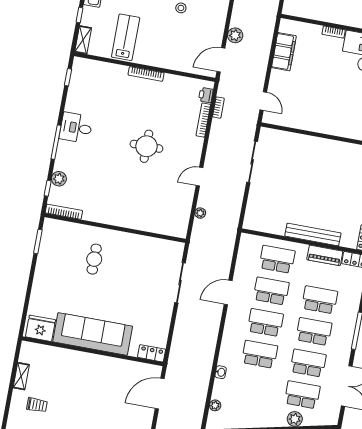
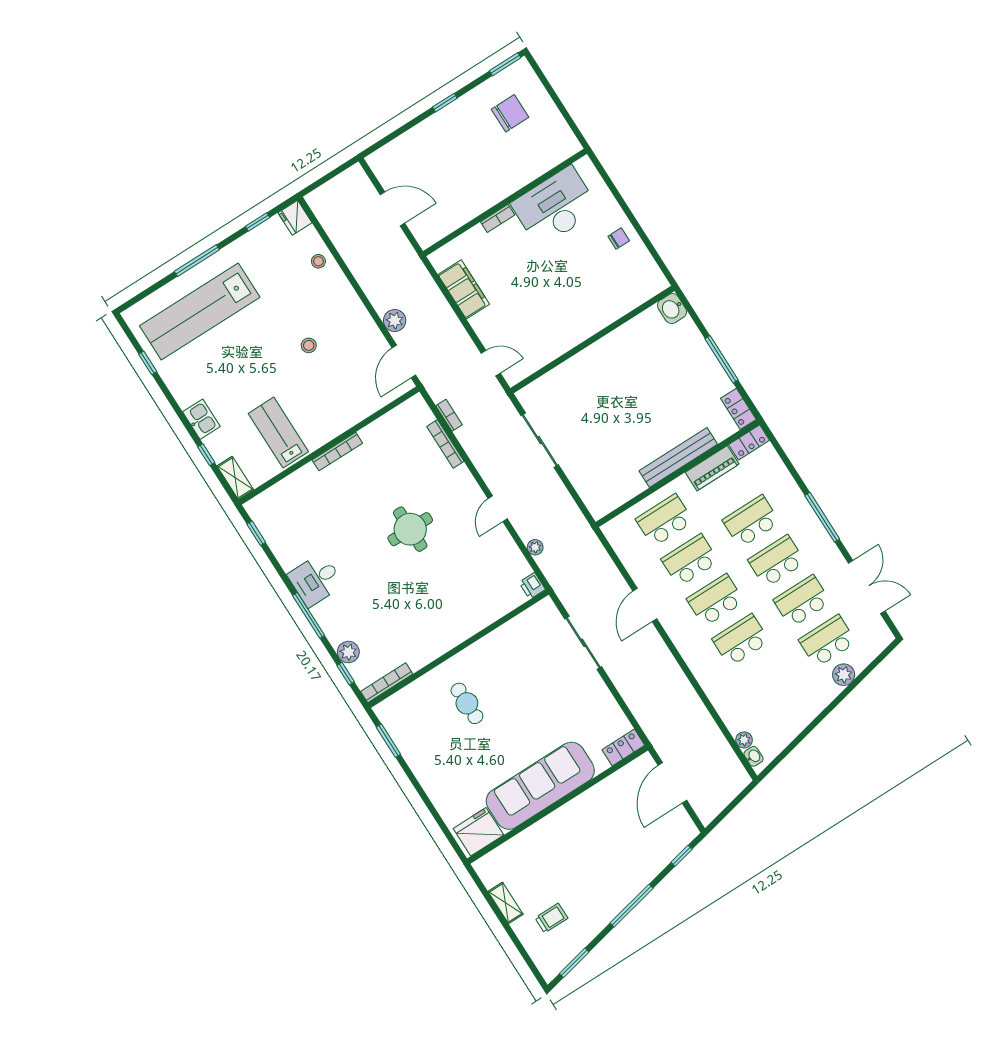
printer: (206, 95) -> (532, 586), moved
washbasin: (221, 372) -> (754, 756), moved

